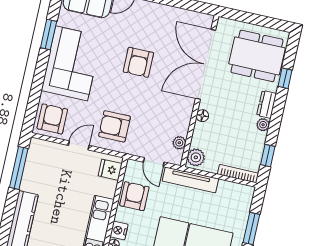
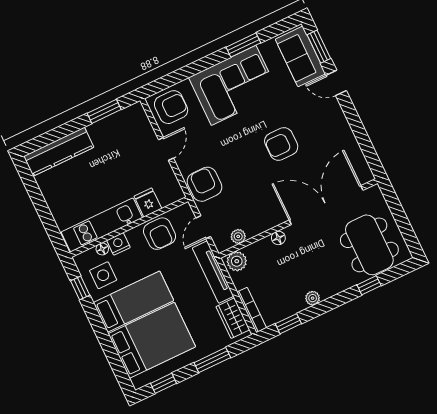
dresser: (267, 104) -> (333, 287), removed
armchair: (114, 126) -> (204, 184), moved
door: (79, 145) -> (166, 149), hinge flipped
window: (19, 168) -> (104, 111), width x0.69
fridge: (110, 170) -> (148, 202), moved
wardrobe: (233, 191) -> (233, 318), added
armchair: (134, 196) -> (160, 234), turned 90

